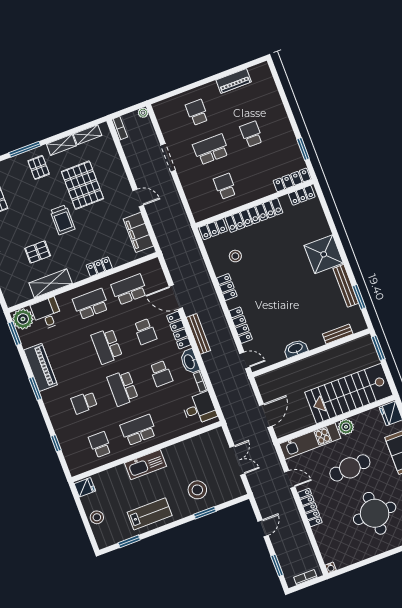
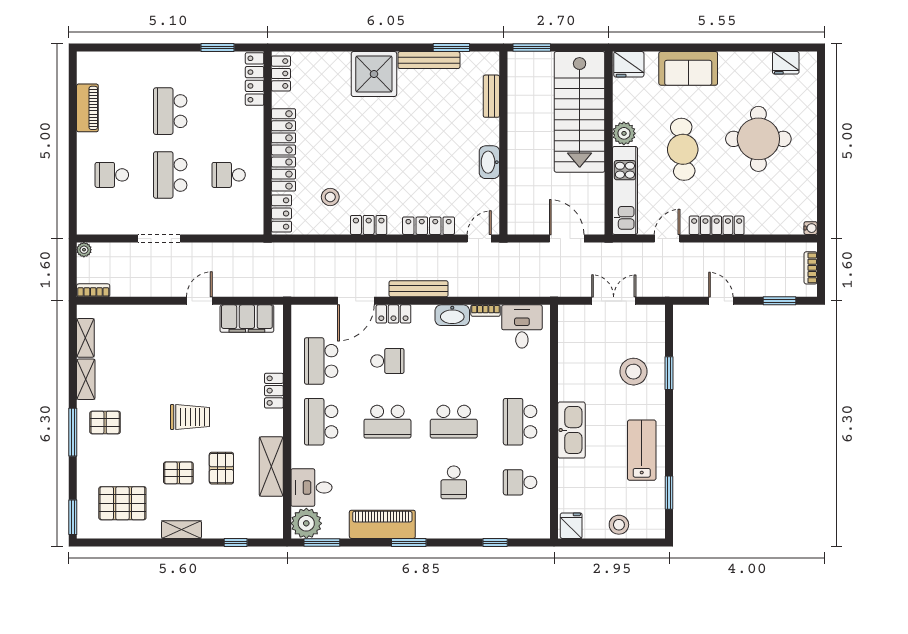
school desk: (251, 134) -> (170, 111), width x1.85
pallet: (82, 185) -> (178, 473), moved, width x0.49, depth x0.50
locker: (179, 330) -> (393, 314), width x0.66
school desk: (161, 374) -> (454, 361), removed

